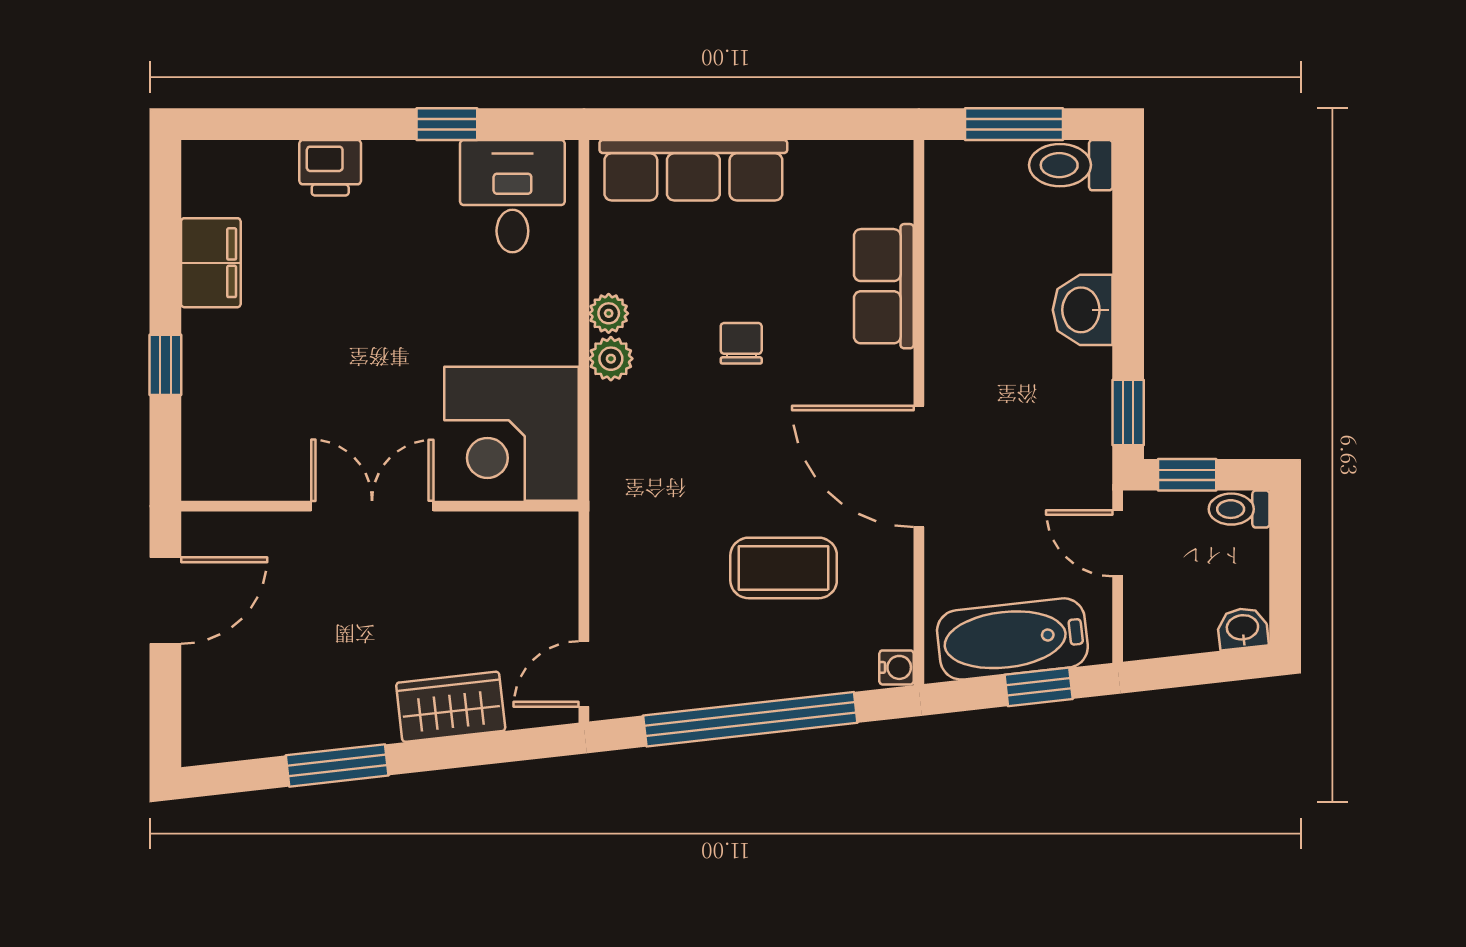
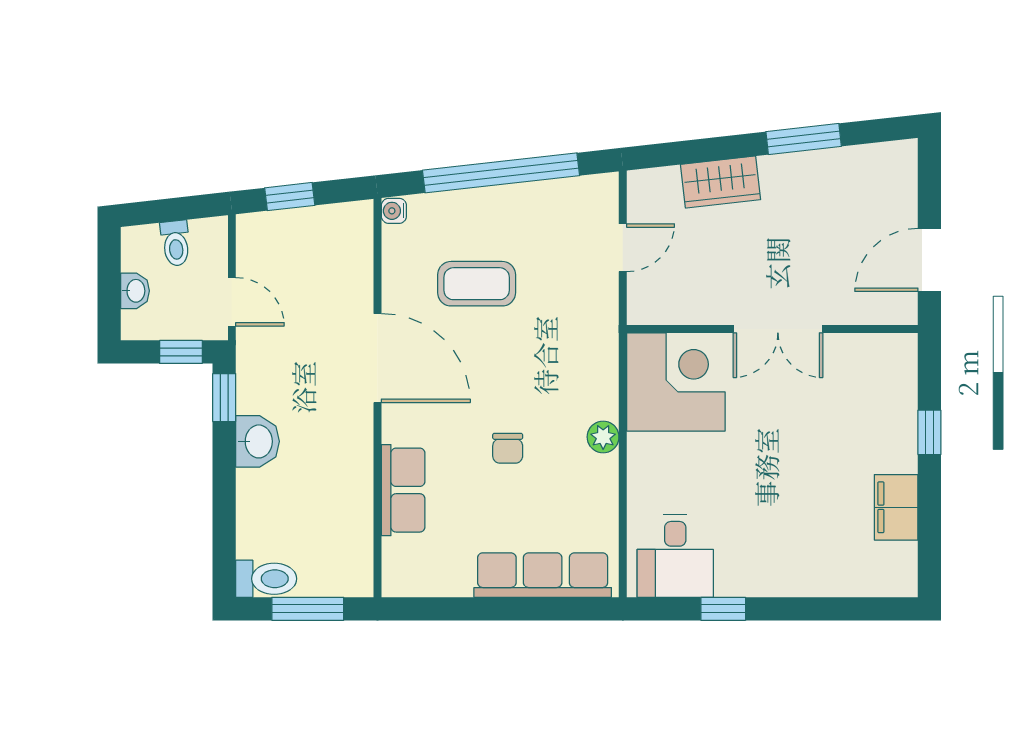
printer: (330, 168) -> (809, 577), removed
washbasin: (1083, 310) -> (257, 441), moved
plant: (609, 313) -> (605, 470), removed
toilet: (1239, 509) -> (176, 243), moved, turned 84
washbasin: (1243, 628) -> (135, 291), moved, turned -84
bathtub: (1012, 639) -> (309, 232), removed
door: (584, 674) -> (623, 248), moved

